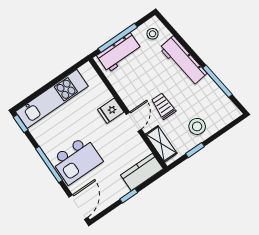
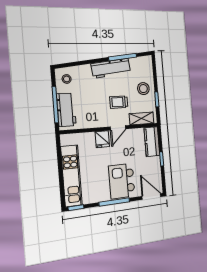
workbench: (183, 61) -> (111, 68), moved
door: (134, 122) -> (118, 128), swing flipped
kitchen island: (77, 160) -> (122, 181), turned 180

